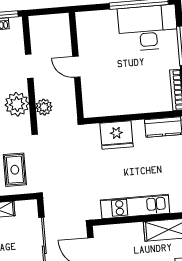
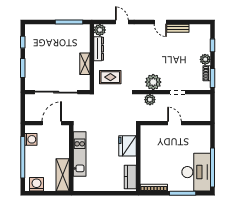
door: (76, 67) -> (175, 123), hinge flipped

